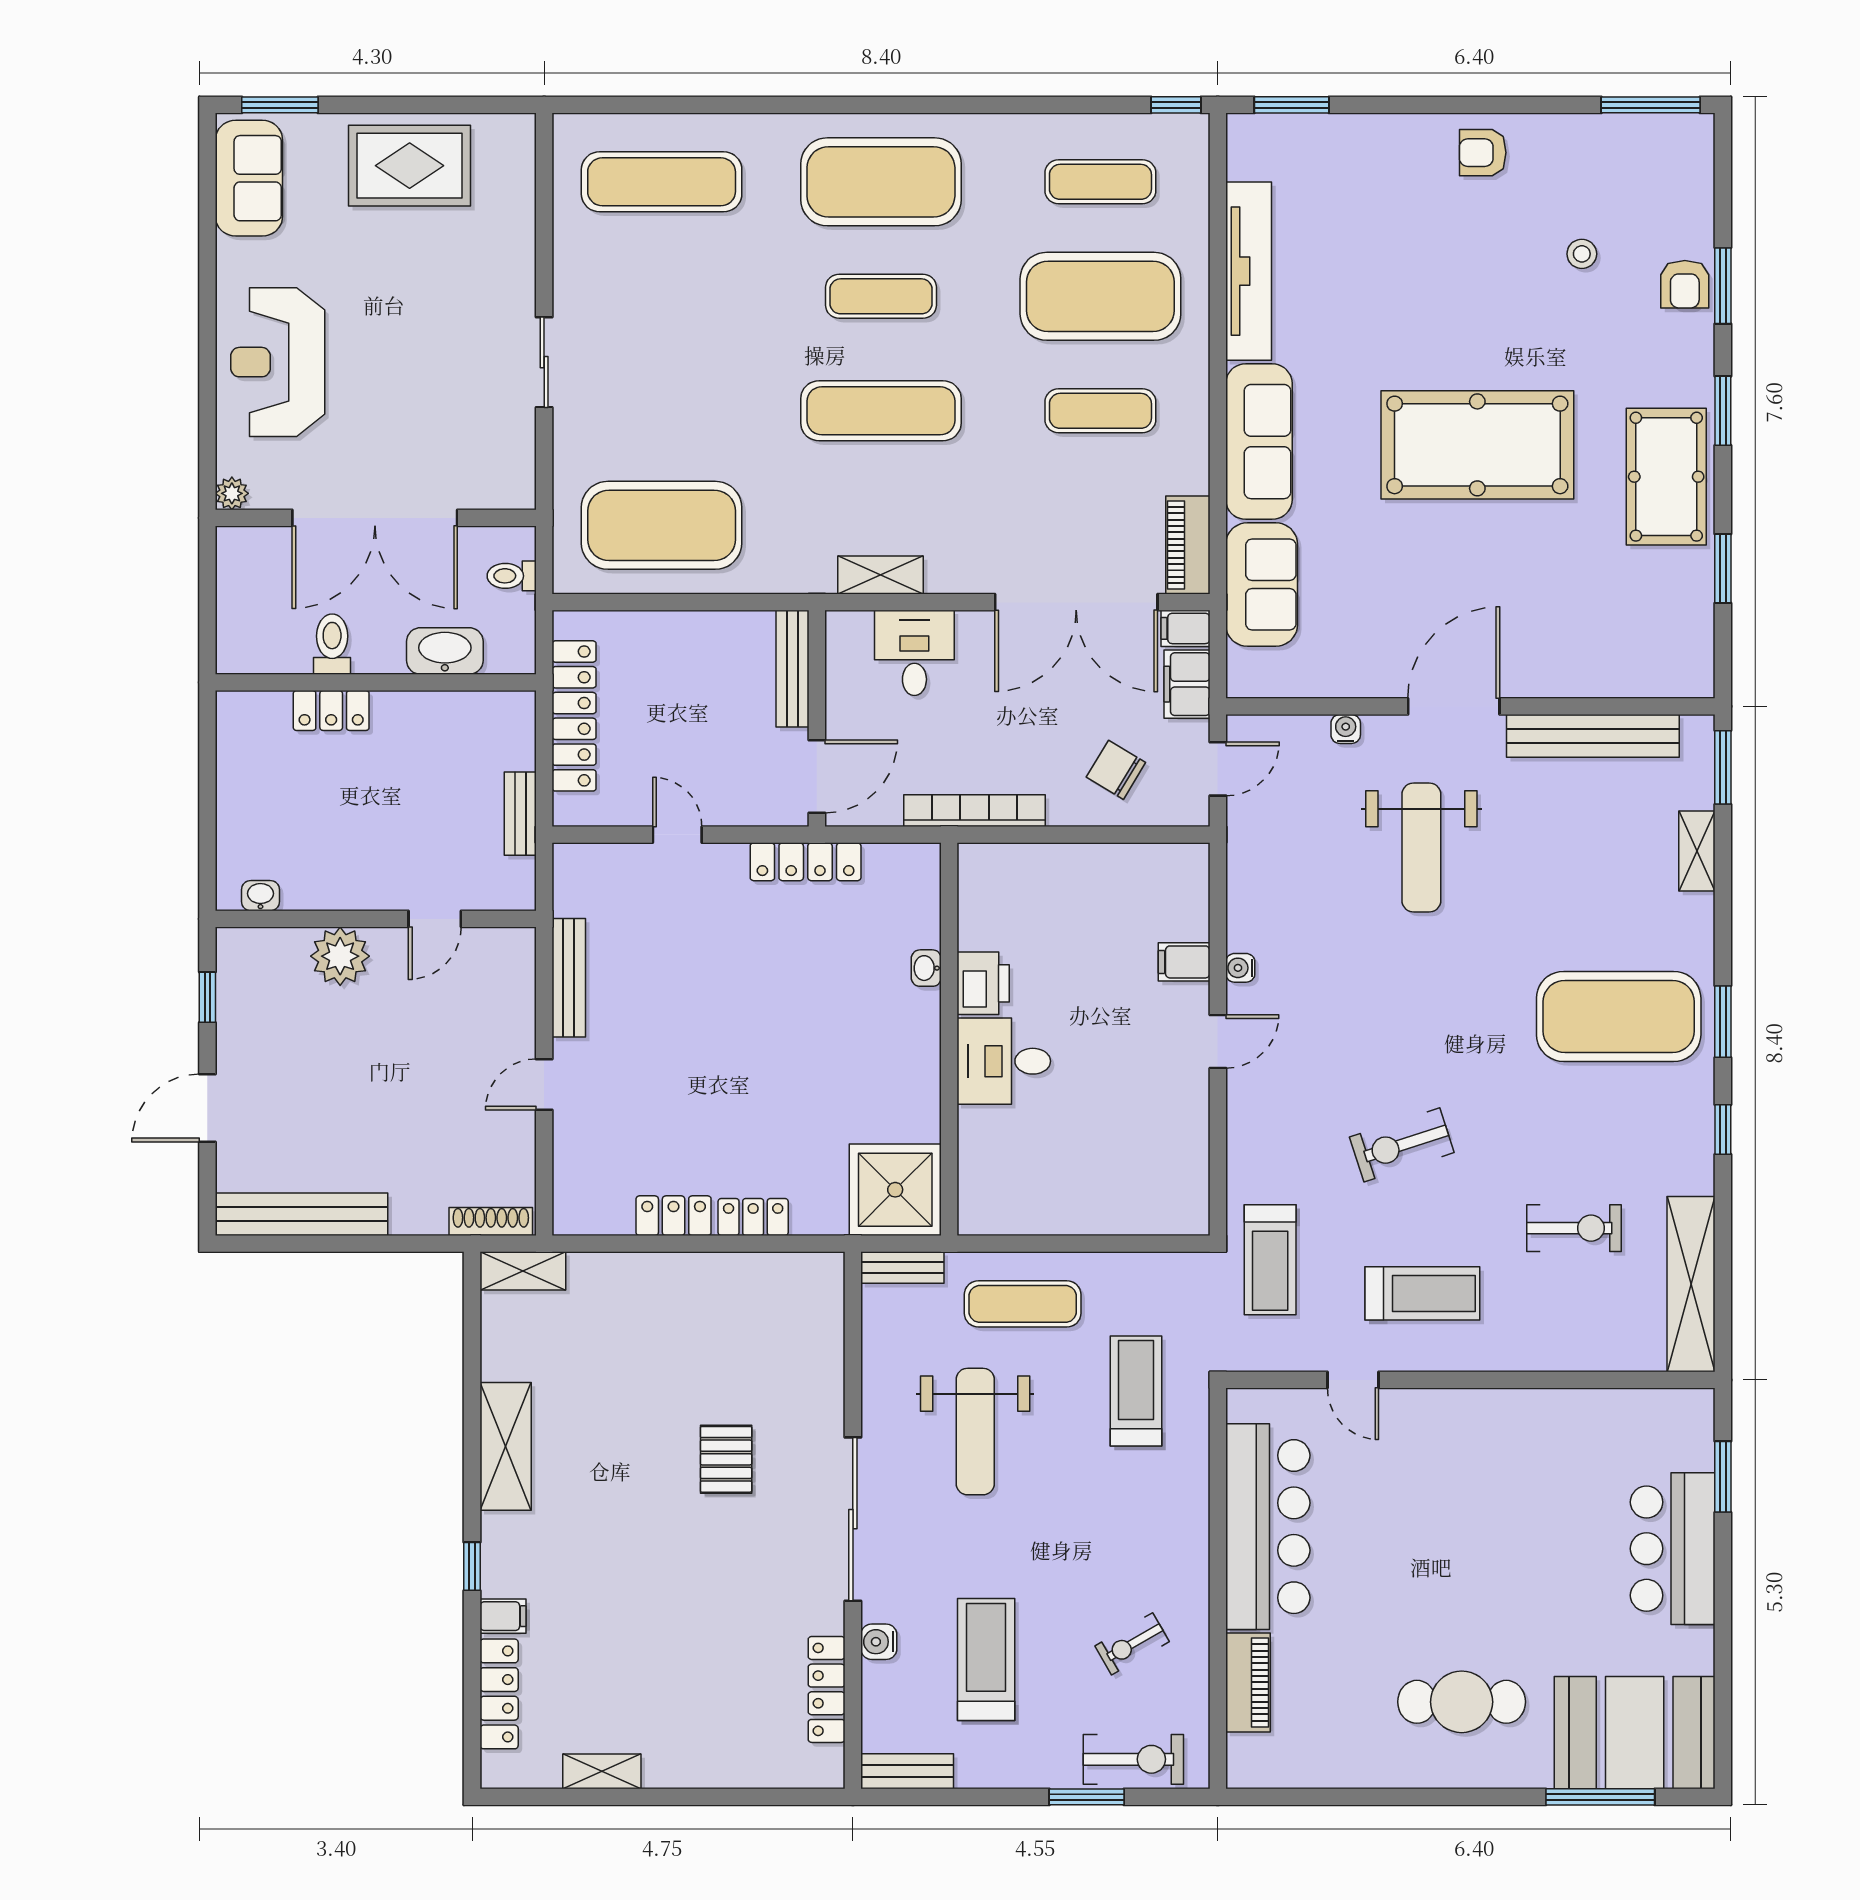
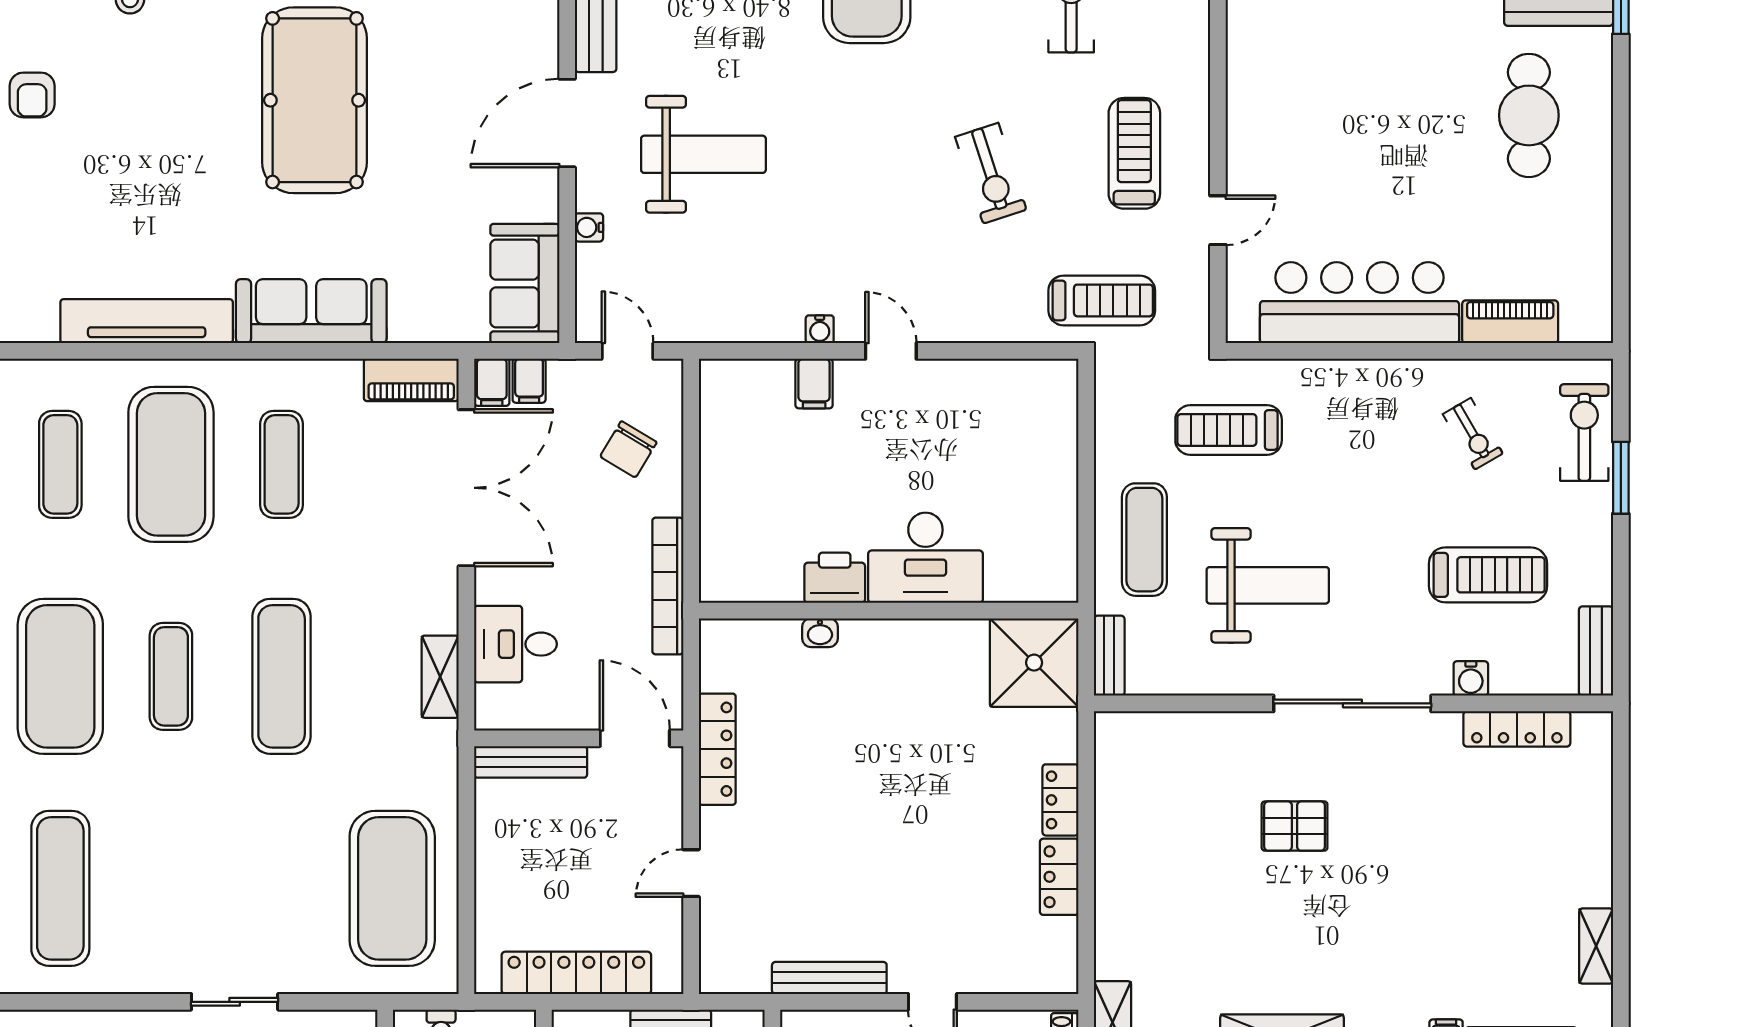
sofa: (1262, 585) -> (525, 283), moved, turned -90
filing cabinet: (1187, 684) -> (529, 381), width x0.50
door: (1454, 706) -> (567, 123), hinge flipped
desk: (1004, 1061) -> (925, 558), width x1.37
treadmill: (986, 1660) -> (1488, 575), turned 180

